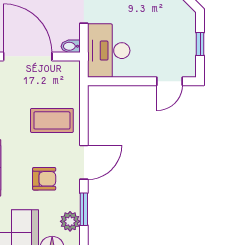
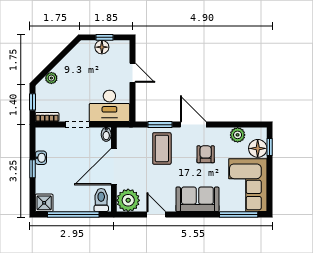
floor lamp: (187, 40) -> (102, 47), added
door: (170, 81) -> (132, 73), moved
window: (84, 209) -> (160, 125), moved

